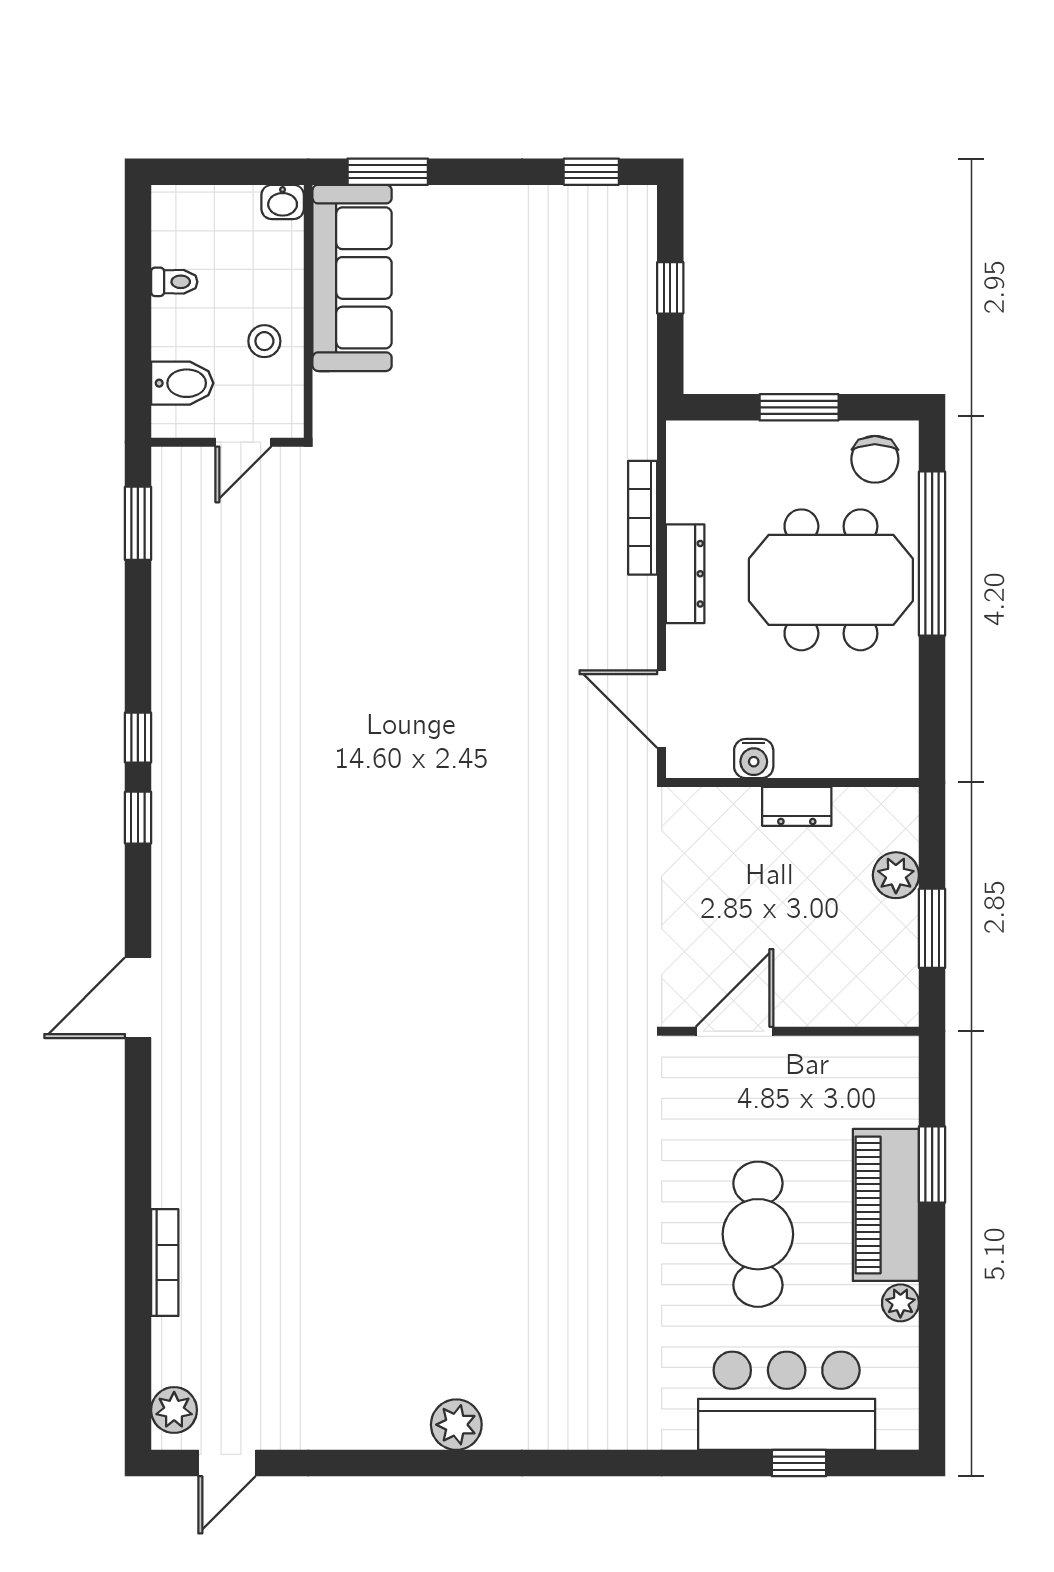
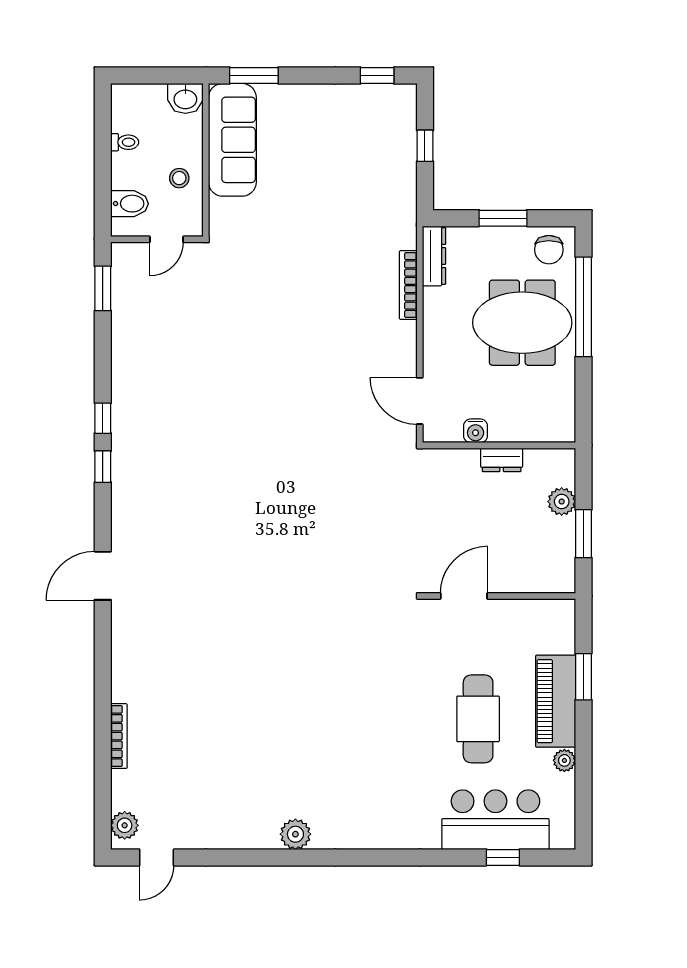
washbasin: (283, 202) -> (185, 98), width x1.38, depth x1.45
dresser: (685, 574) -> (434, 256), moved

